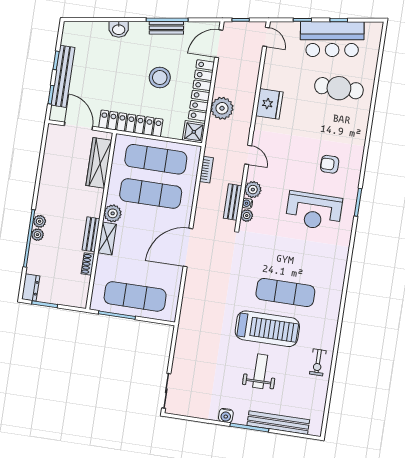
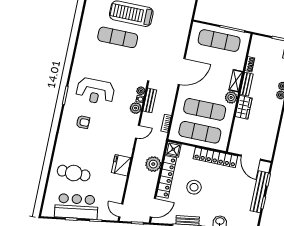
door: (248, 155) -> (137, 132), swing flipped
wardrobe: (99, 163) -> (244, 107), moved, width x0.67
reception desk: (314, 211) -> (95, 91), turned 180

